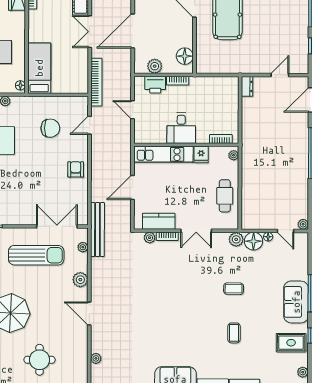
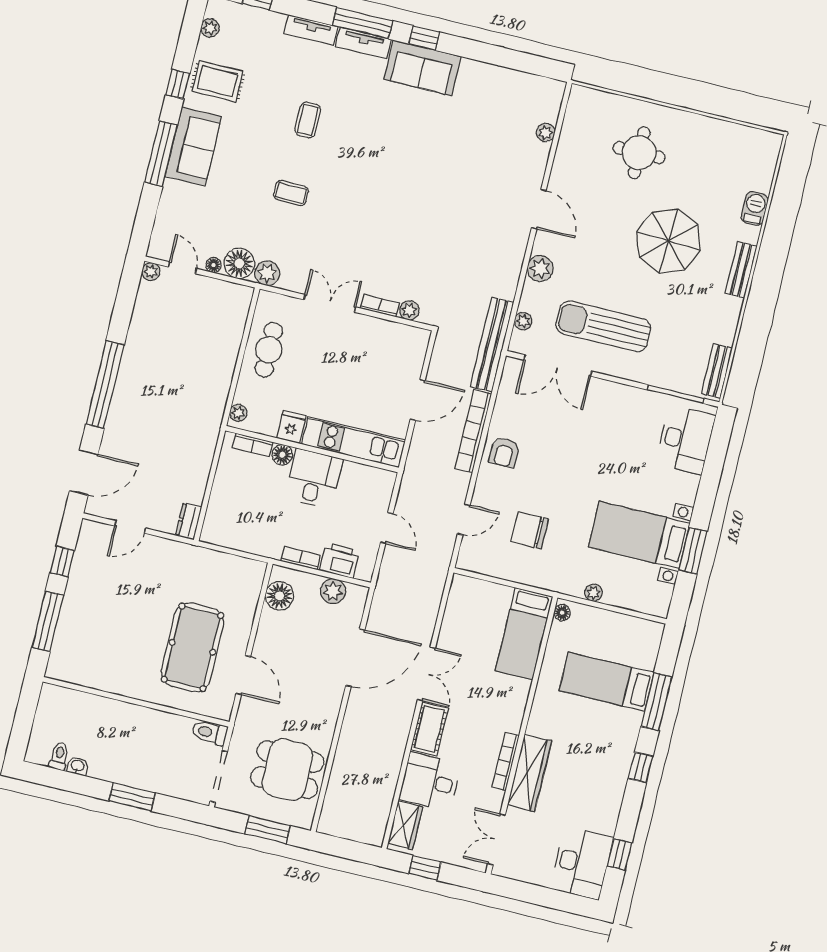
bookcase: (96, 82) -> (473, 431), moved
floor lamp: (203, 137) -> (282, 455), added
kitchen counter: (159, 221) -> (388, 334), removed

